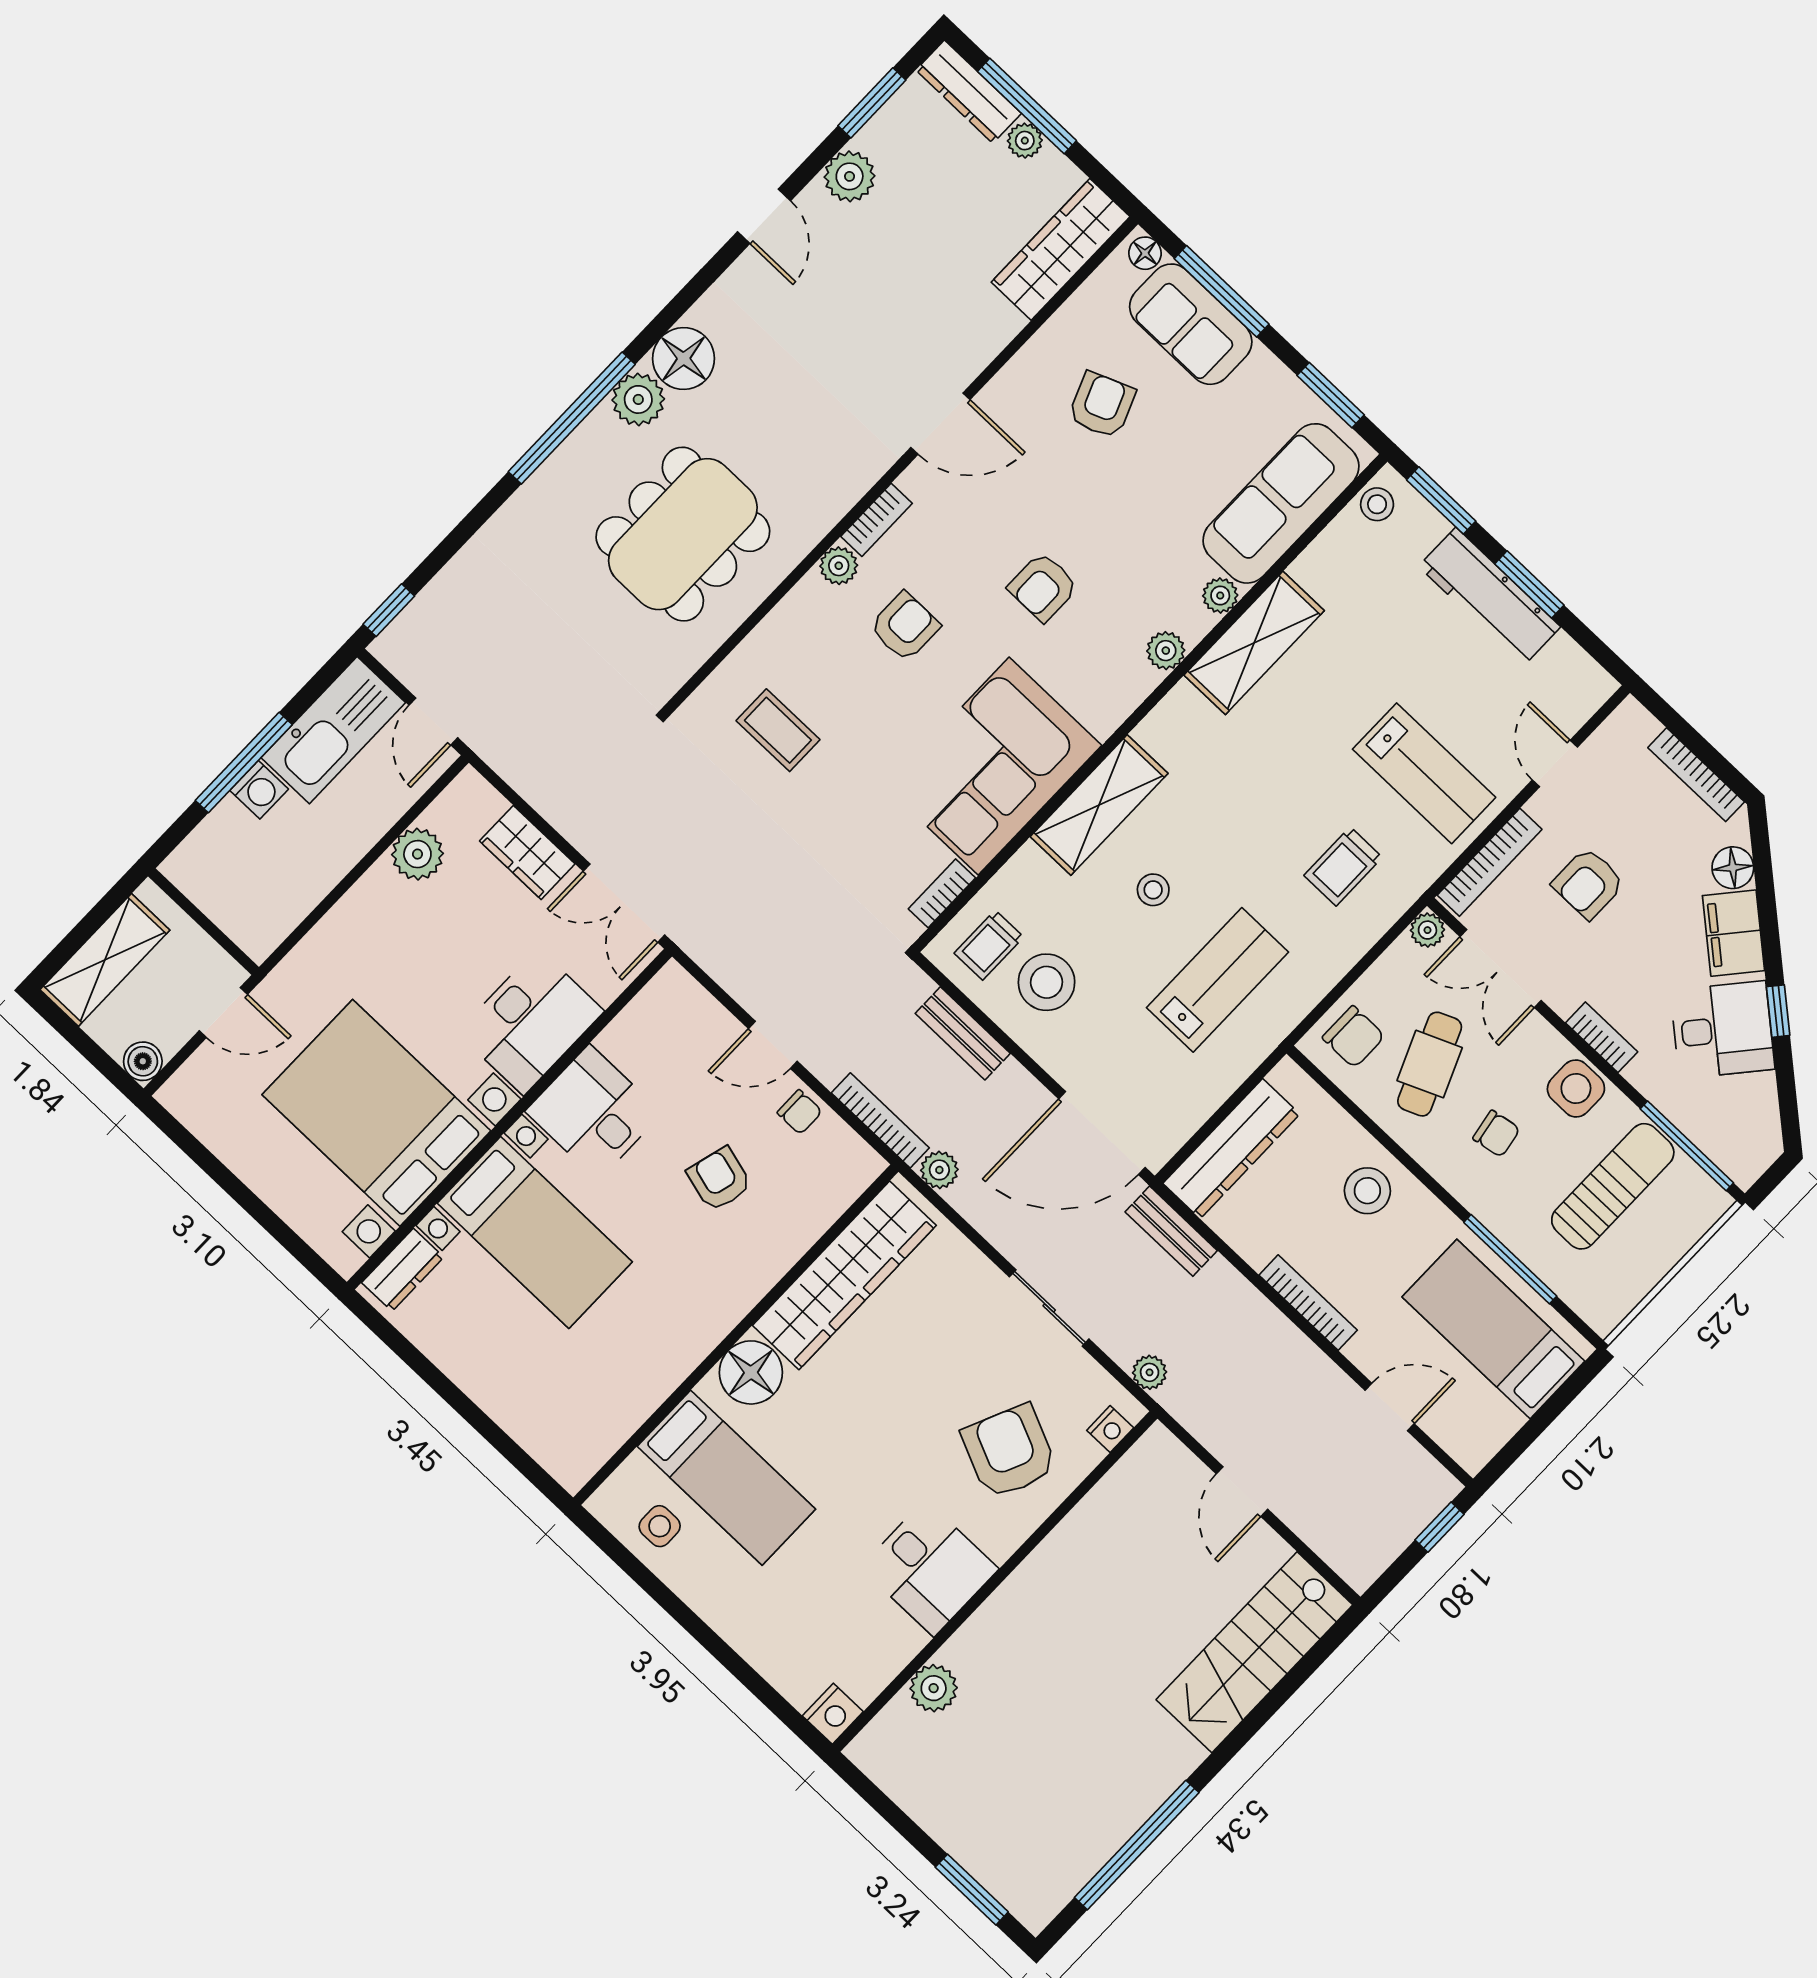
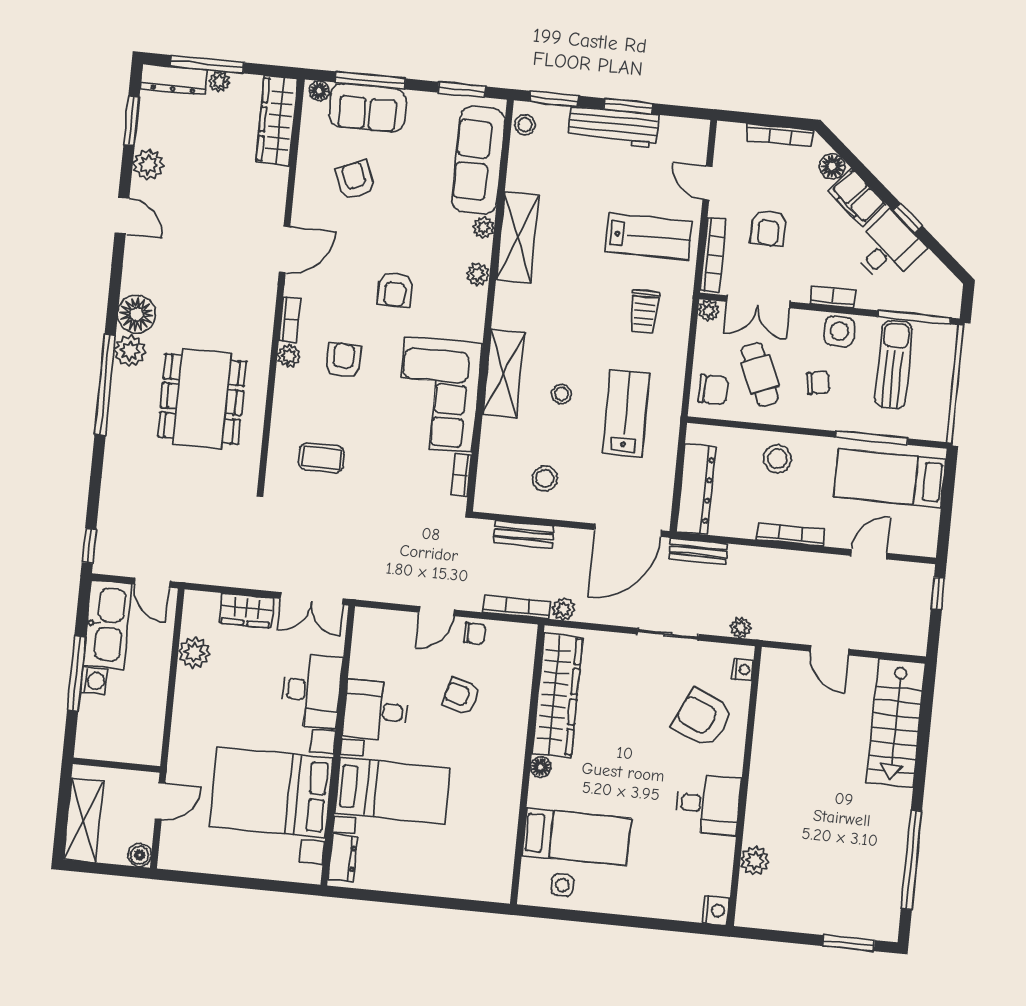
trolley: (989, 945) -> (503, 482), removed
stool: (1047, 982) -> (545, 478), width x0.73, depth x0.73
floor lamp: (751, 1372) -> (541, 767), width x0.53, depth x0.53

